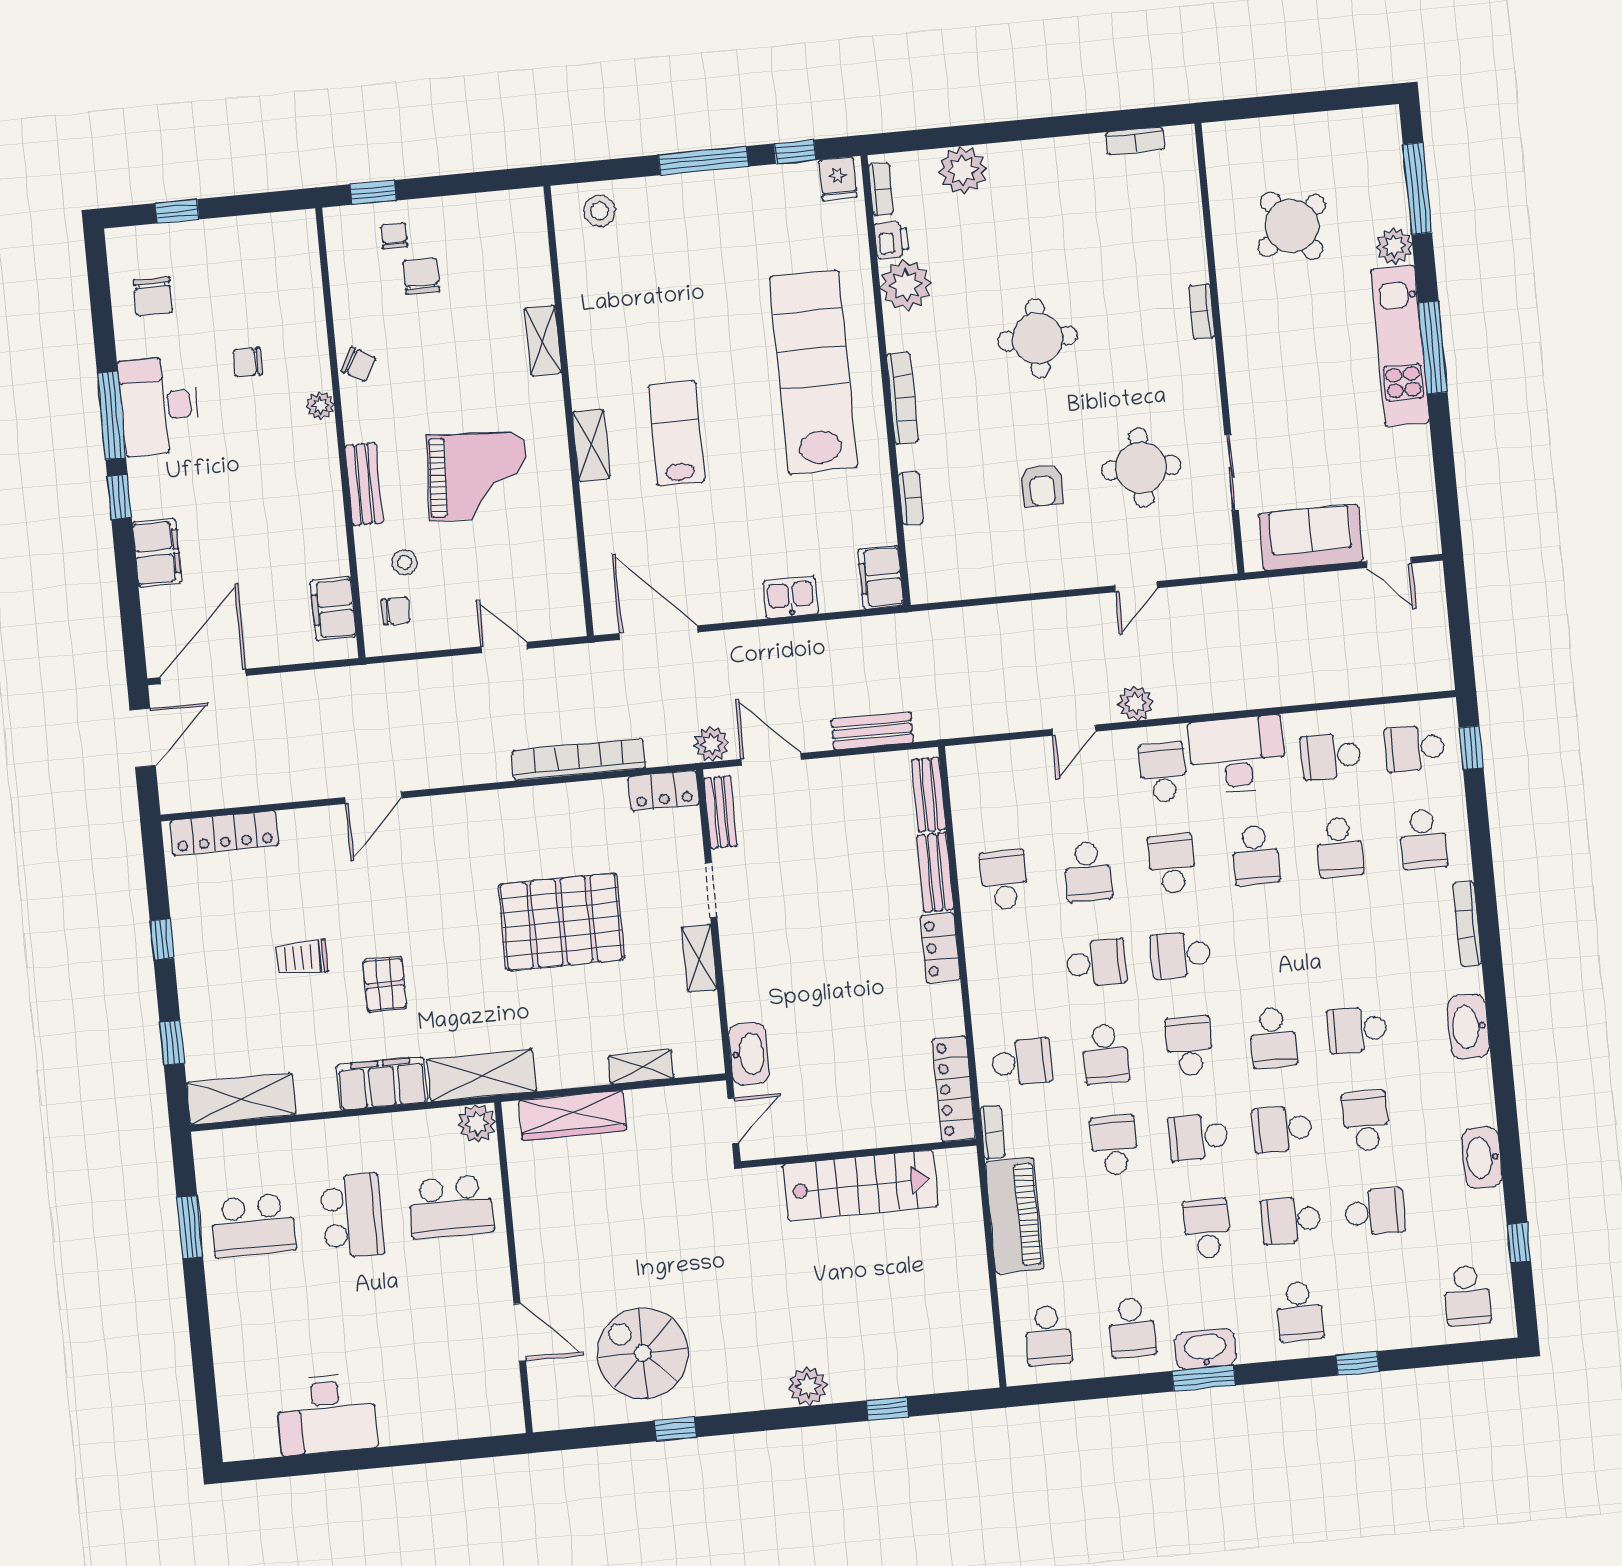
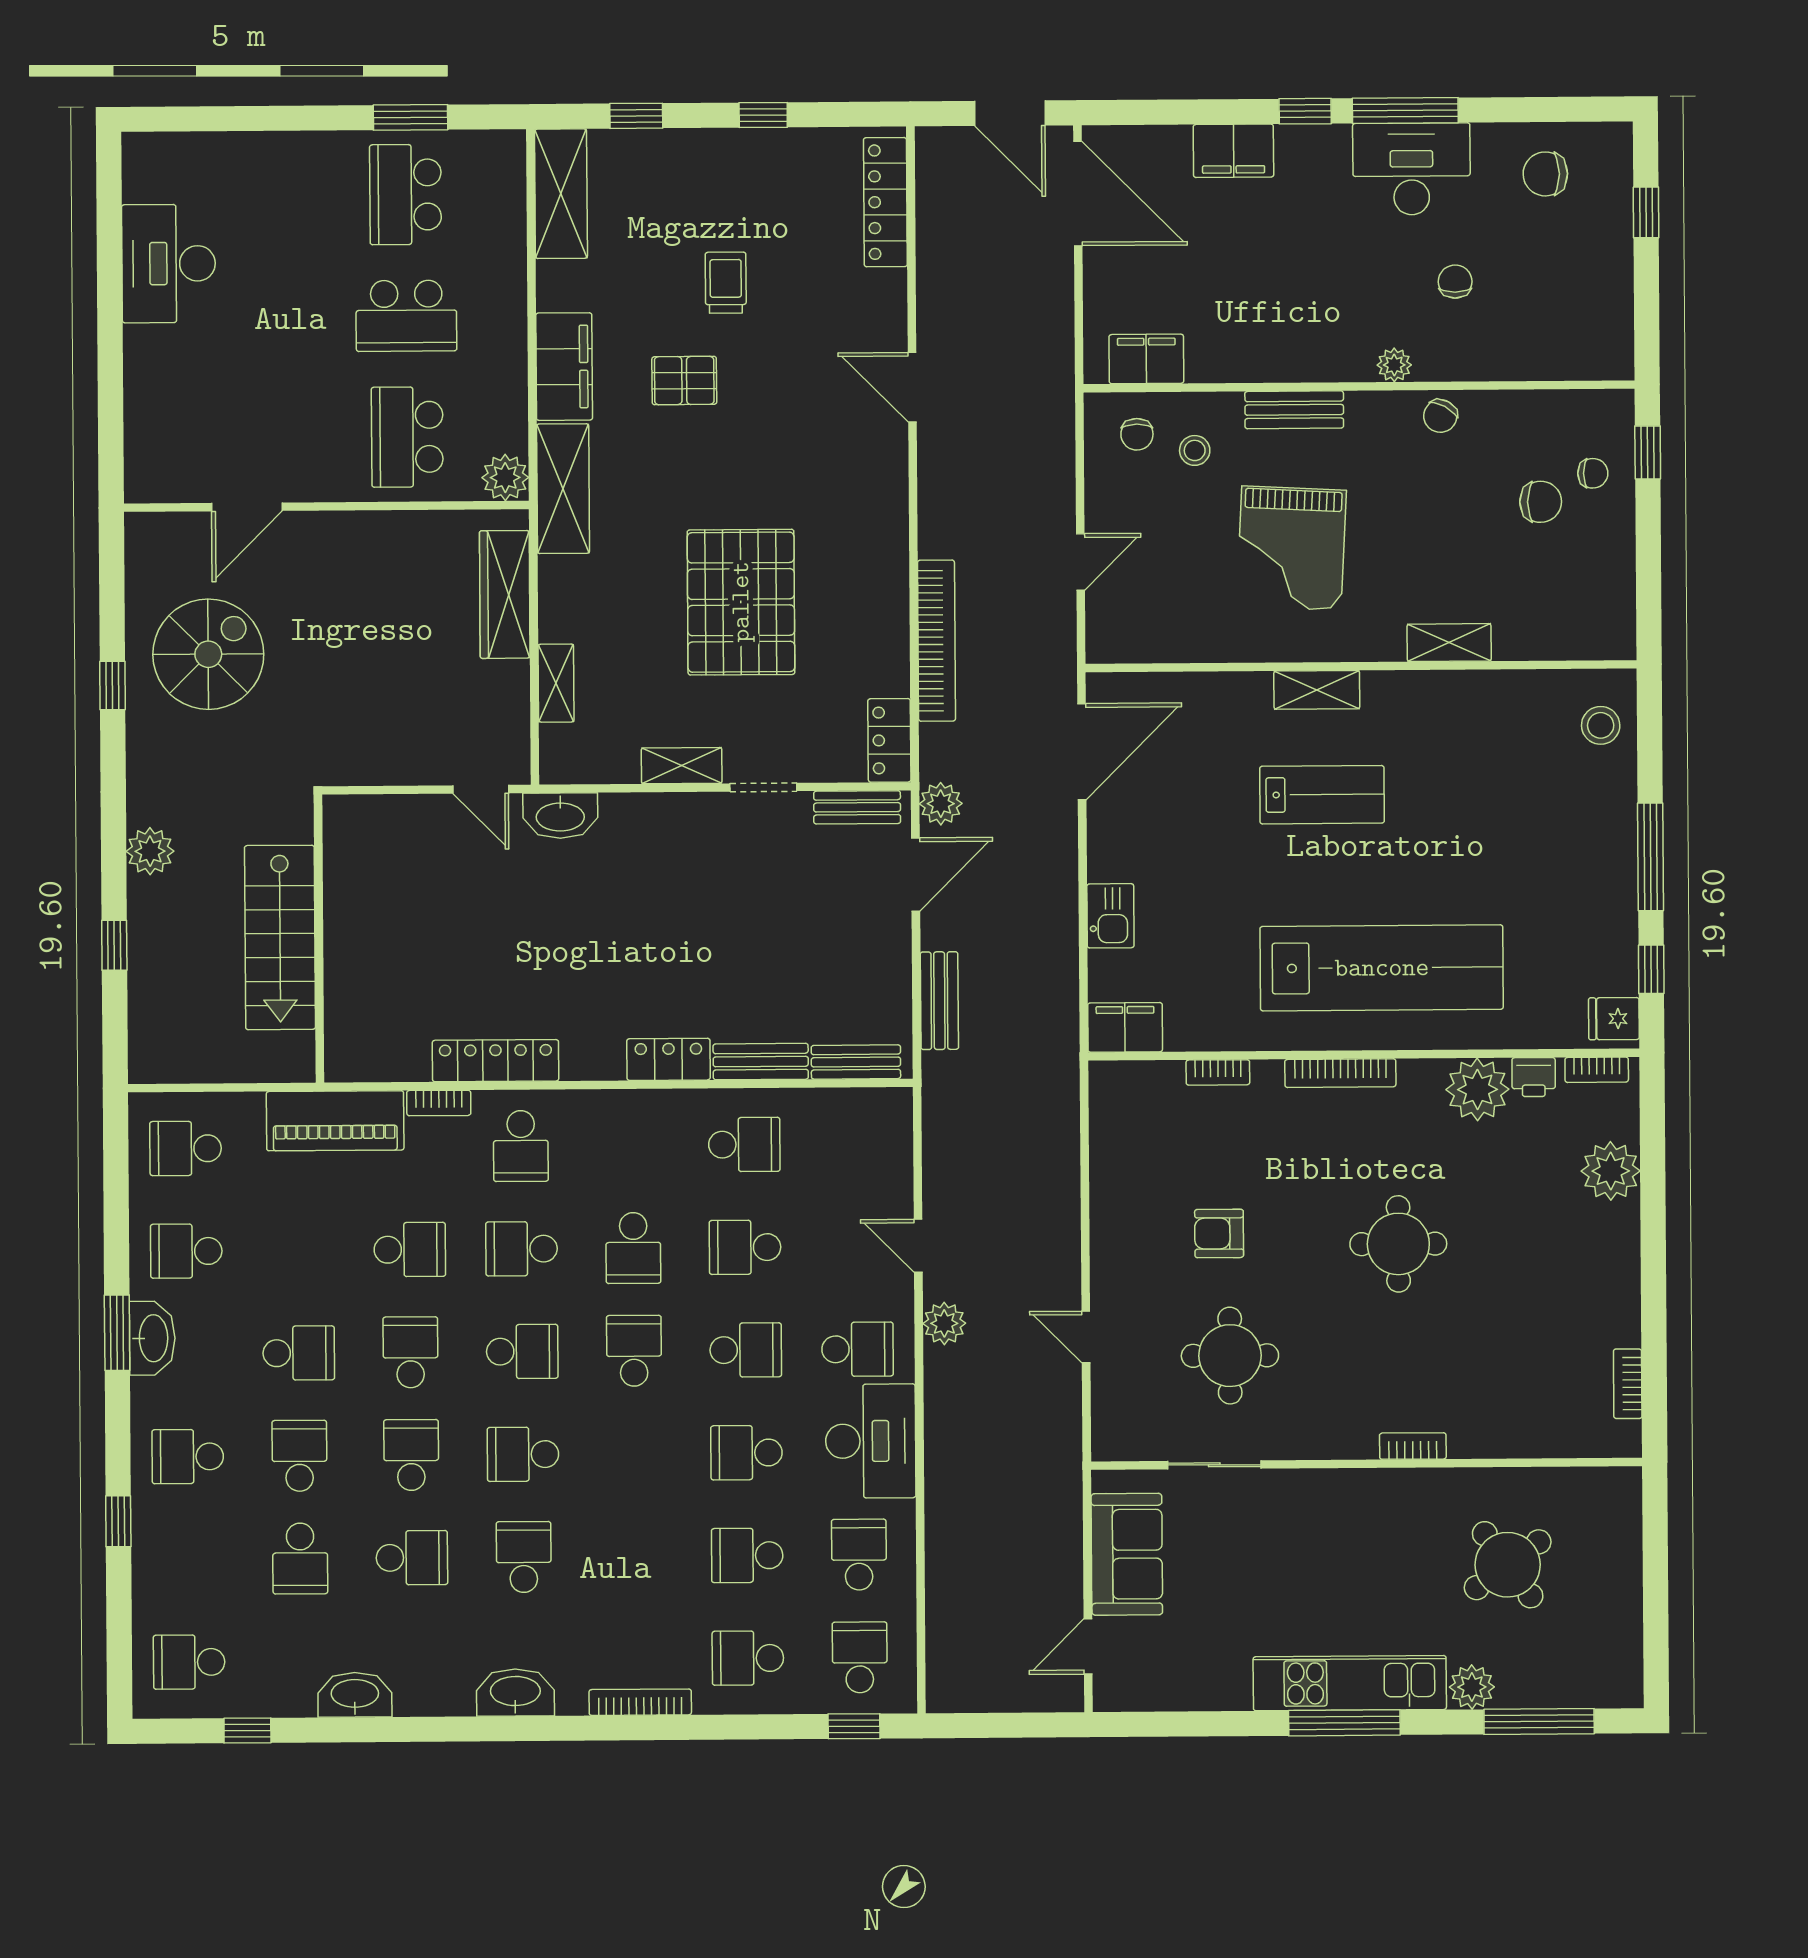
wall: (859, 1153) -> (319, 939), moved
stairs: (860, 1185) -> (280, 937), moved

